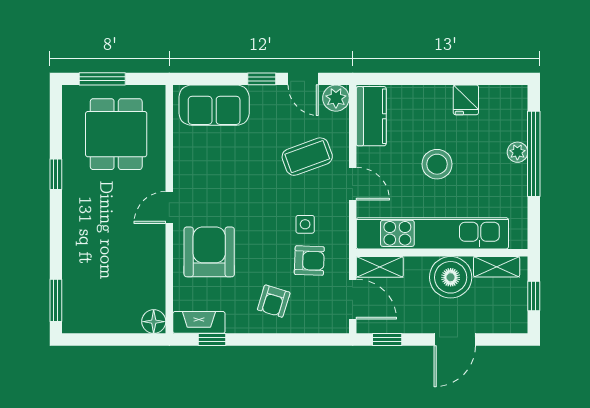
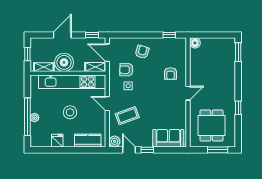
kitchen counter: (371, 116) -> (88, 141), moved, turned 90
armchair: (209, 252) -> (170, 74), width x0.53, depth x0.53
fireplace: (199, 322) -> (175, 43), removed

